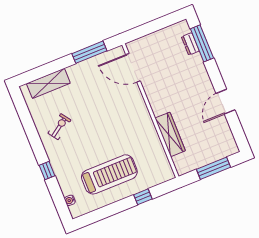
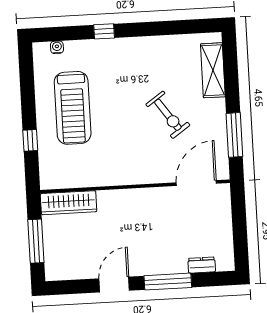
window: (202, 43) -> (168, 282), moved
door: (225, 102) -> (114, 285), hinge flipped
exercise bike: (59, 127) -> (168, 115), moved, width x1.38, depth x1.39
wardrobe: (170, 134) -> (69, 203), moved

